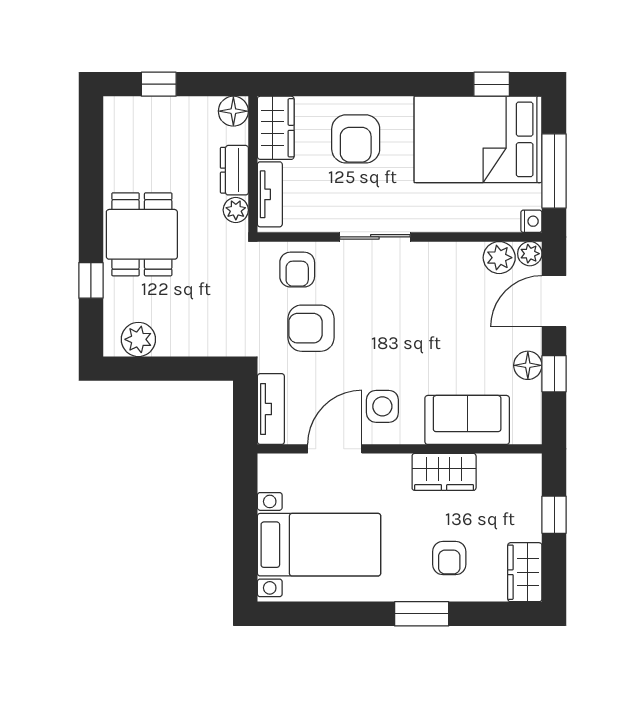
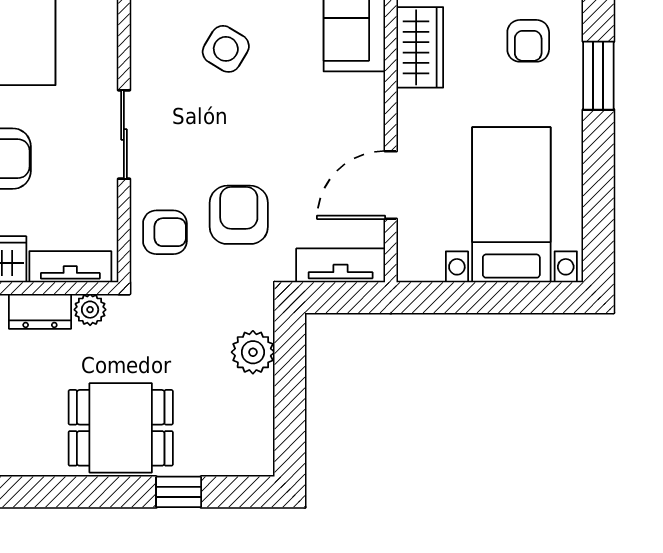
armchair: (311, 328) -> (239, 215), turned 180
plant: (138, 339) -> (253, 352), moved
side table: (382, 406) -> (226, 49), moved, turned 31
door: (335, 449) -> (391, 185), hinge flipped
armchair: (449, 558) -> (528, 41), turned 90

